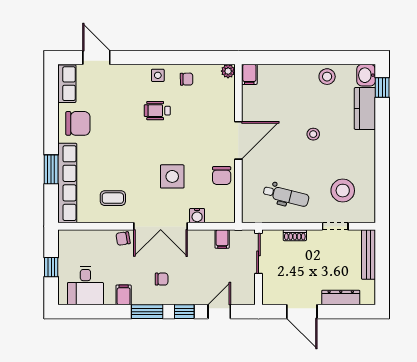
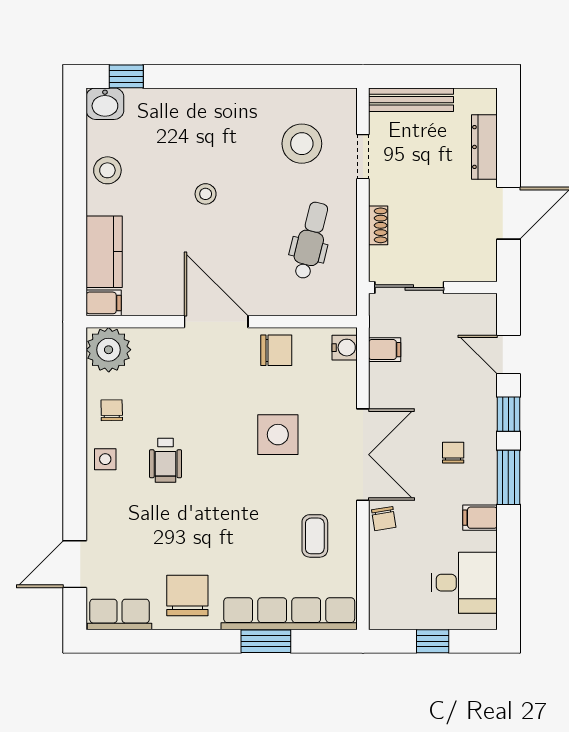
plant: (228, 71) -> (109, 350), width x1.88, depth x1.88
kitchen counter: (365, 109) -> (104, 252), moved, turned -90
water cooler: (197, 216) -> (345, 348), moved

